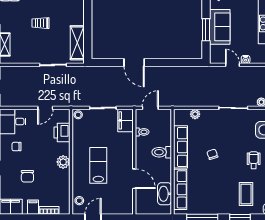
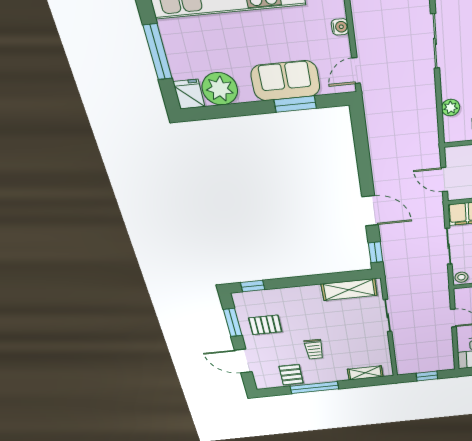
trolley: (41, 23) -> (314, 349), moved
window: (104, 63) -> (376, 252), added
door: (134, 63) -> (370, 211), hinge flipped
door: (232, 65) -> (356, 71), moved

